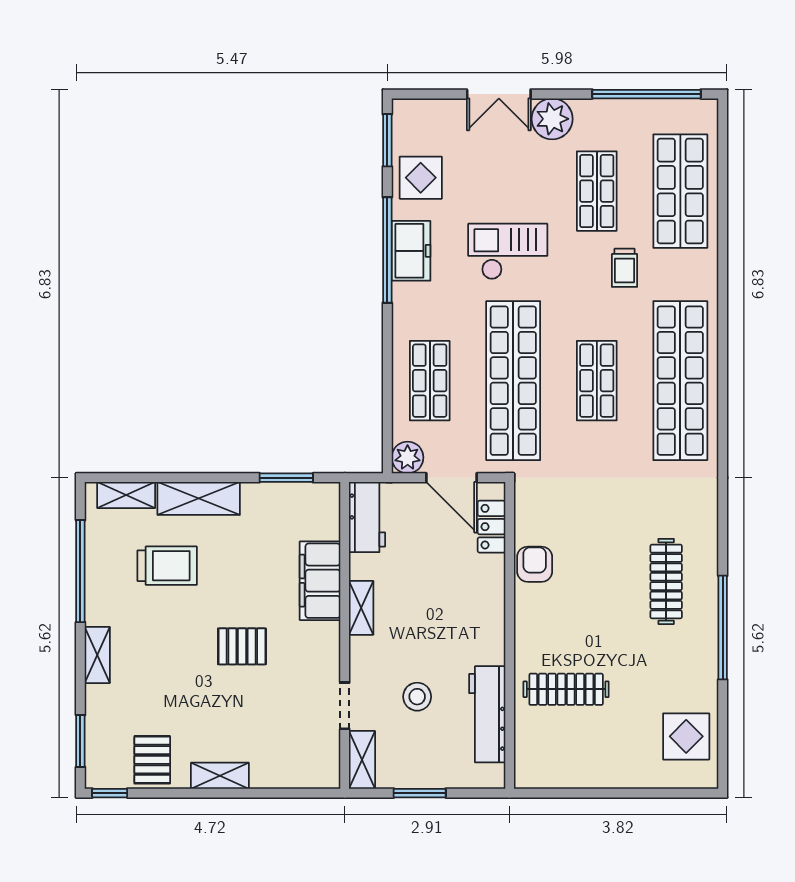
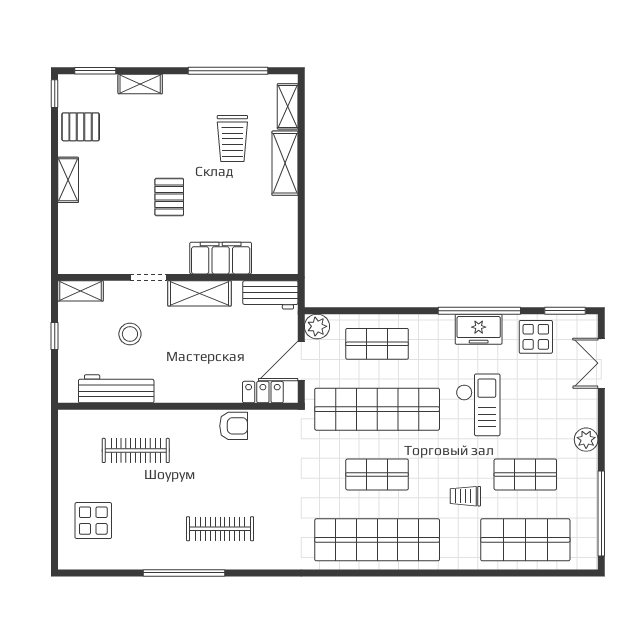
double door: (499, 94) -> (601, 363), moved
plant: (552, 119) -> (586, 440), width x0.73, depth x0.73
window: (286, 478) -> (301, 232), removed
shelving: (361, 608) -> (199, 293), width x1.50, depth x1.33
shelving: (97, 655) -> (140, 84), moved
clothes rail: (566, 689) -> (136, 450), turned 90
doorway: (345, 706) -> (148, 277), moved
display table: (686, 736) -> (93, 521), moved
window: (420, 793) -> (55, 336), width x0.67

